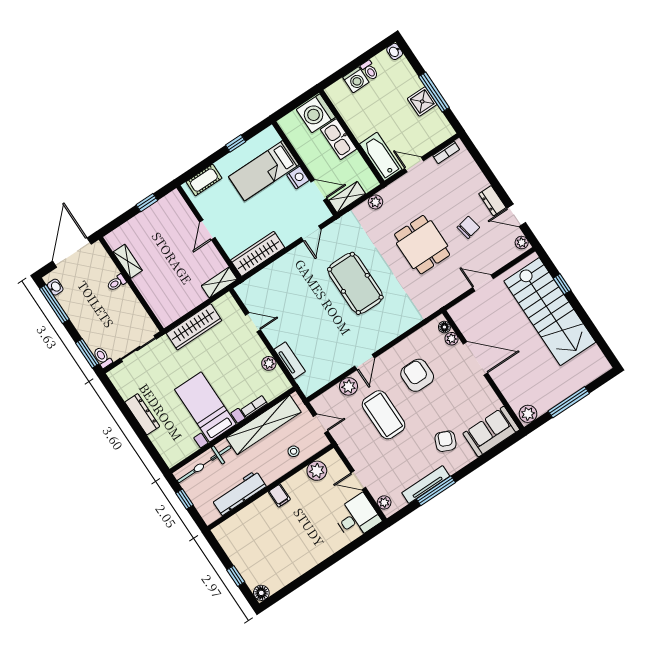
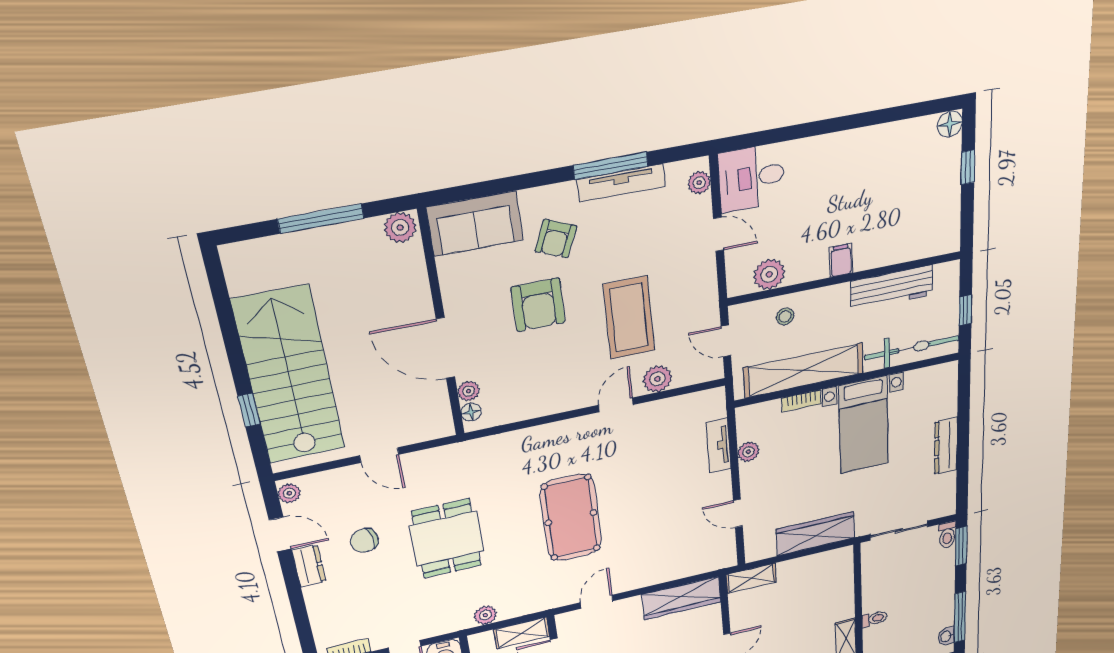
armchair: (417, 375) -> (538, 305), moved

